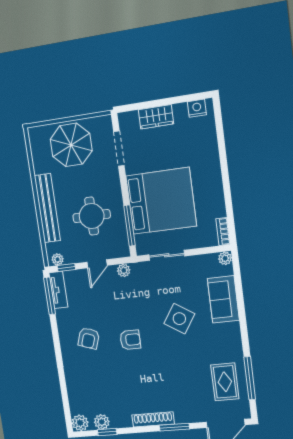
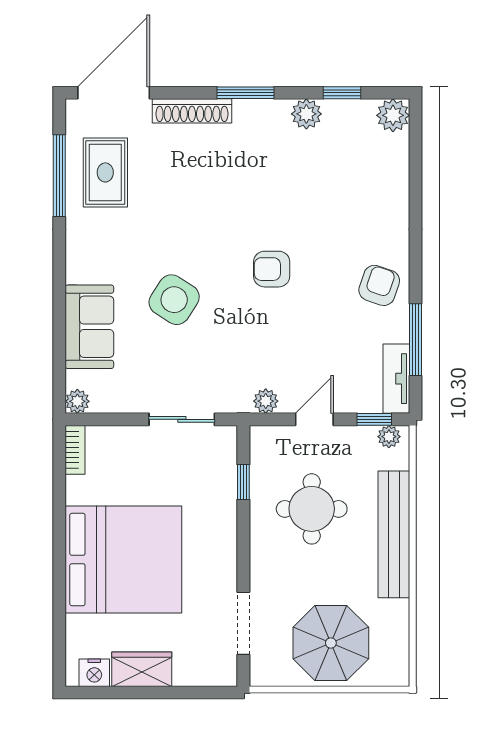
wardrobe: (156, 117) -> (142, 669), moved
bed: (161, 201) -> (123, 559), moved, turned 180
window: (129, 226) -> (243, 482), width x0.46
window: (49, 296) -> (416, 340), moved
armchair: (89, 338) -> (379, 285), moved
shoe rack: (153, 419) -> (192, 111), moved
plant: (102, 422) -> (306, 114), moved
window: (174, 427) -> (245, 93), moved

